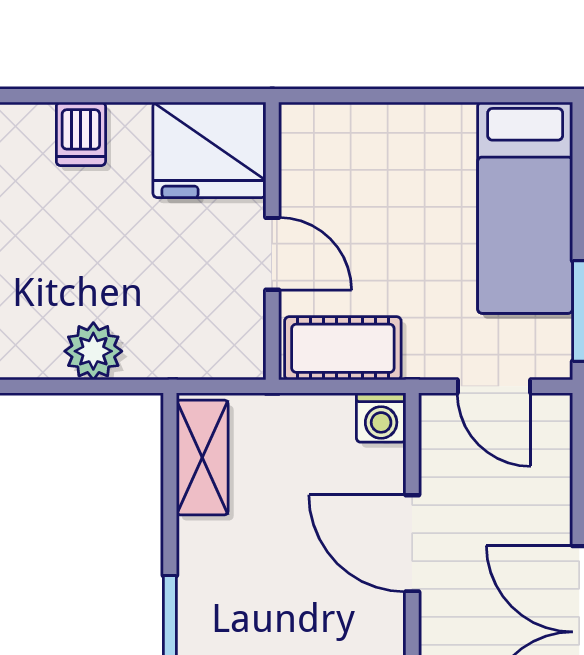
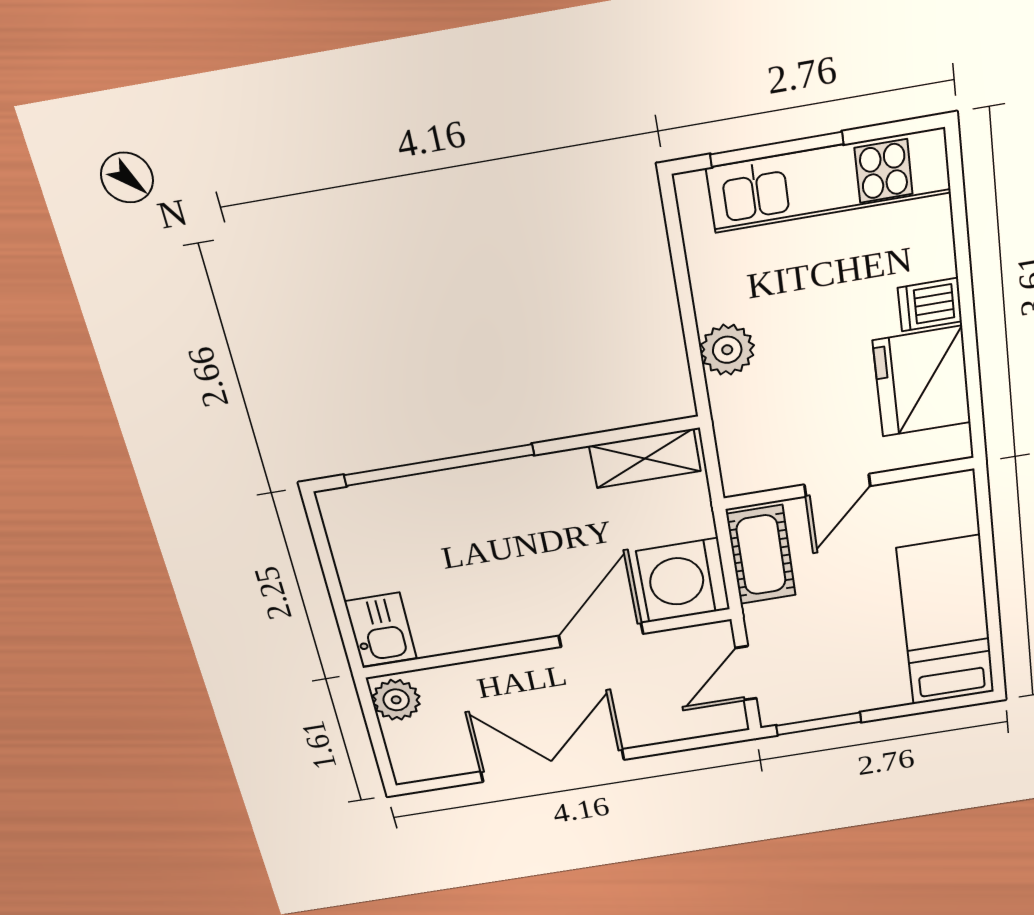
fridge: (209, 150) -> (922, 382), moved
bed: (525, 208) -> (946, 621), moved, turned 90
washing machine: (381, 418) -> (683, 580), width x1.89, depth x1.89

